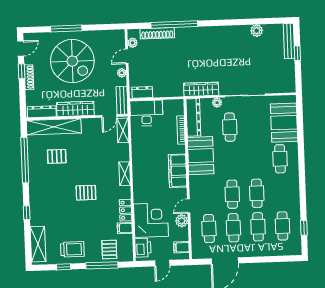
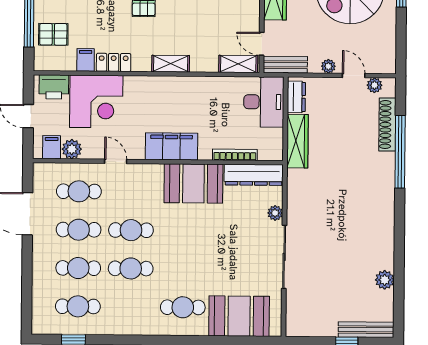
wardrobe: (201, 89) -> (297, 141), moved
cafe table: (230, 127) -> (236, 231), removed
plant: (182, 221) -> (72, 149), moved

